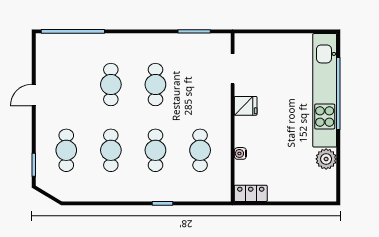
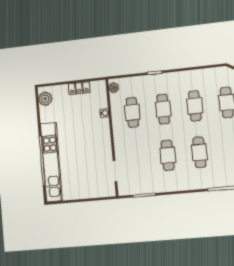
fridge: (246, 106) -> (104, 146), removed
plant: (326, 159) -> (45, 99), moved
plant: (224, 189) -> (114, 88), added
locker: (251, 193) -> (79, 88), moved

